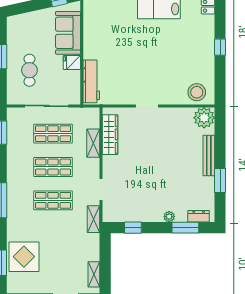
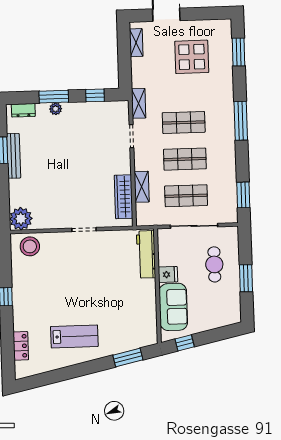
bench: (209, 156) -> (14, 156), moved
window: (185, 228) -> (54, 97), moved
display table: (24, 257) -> (192, 57), moved

